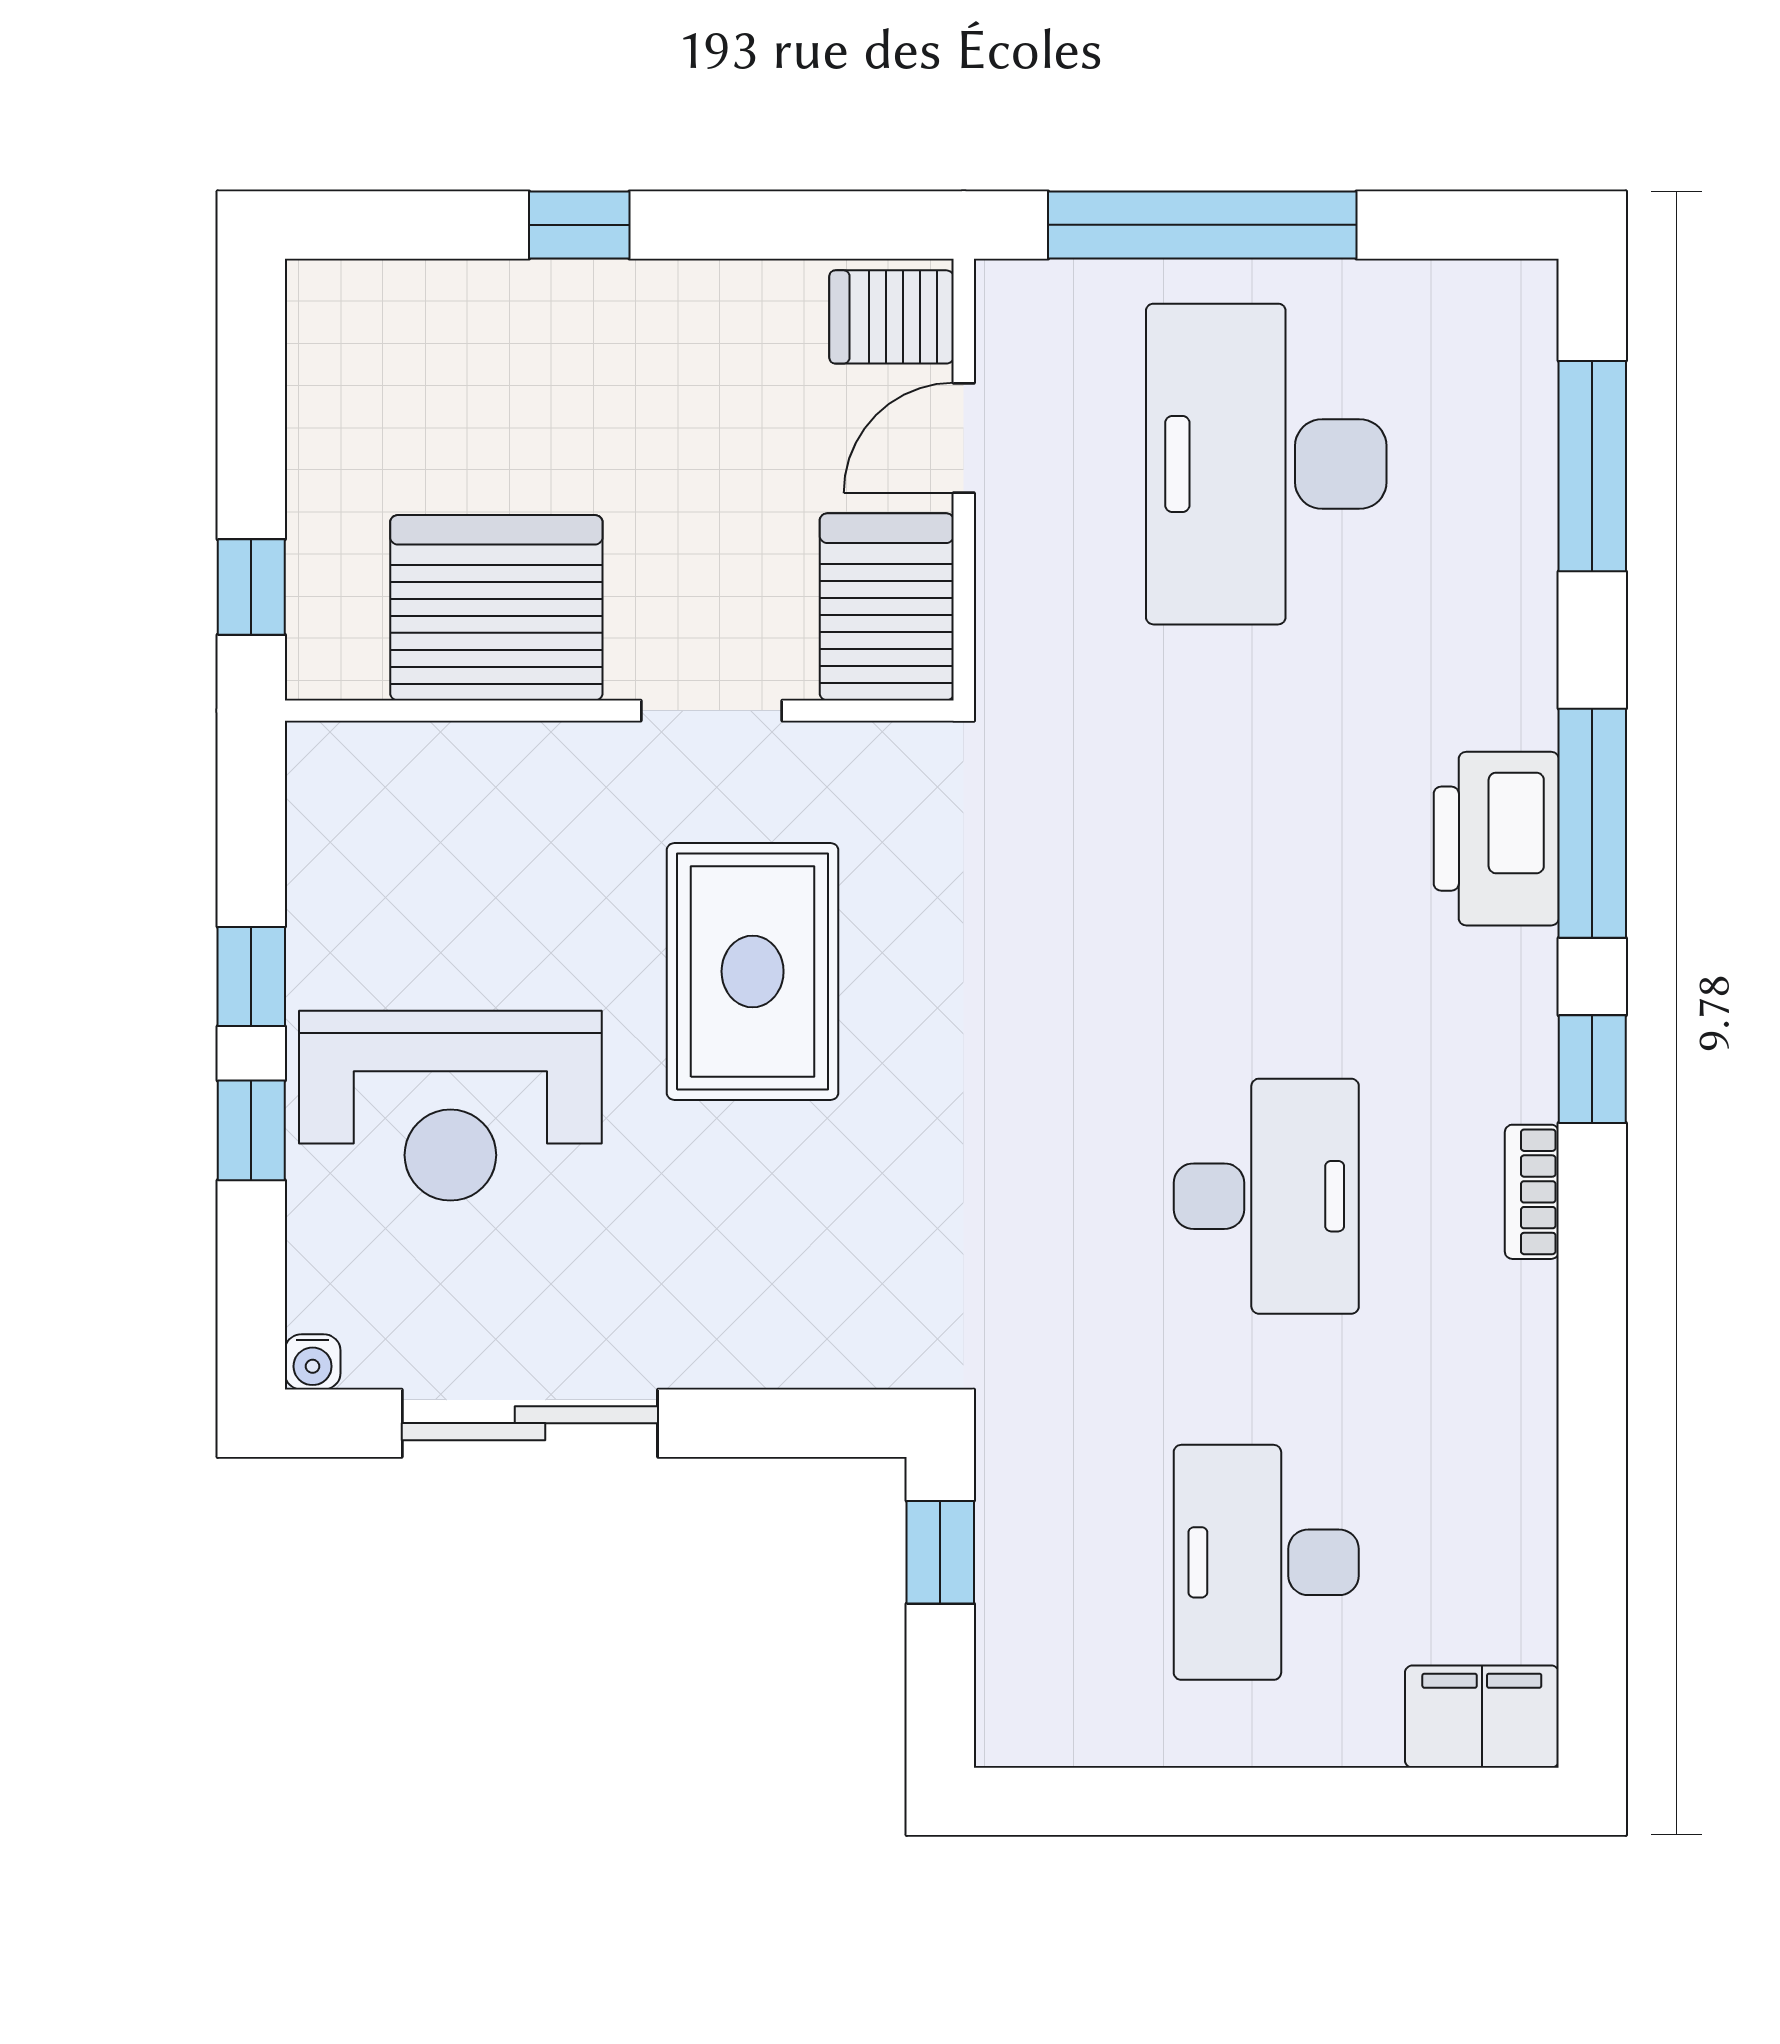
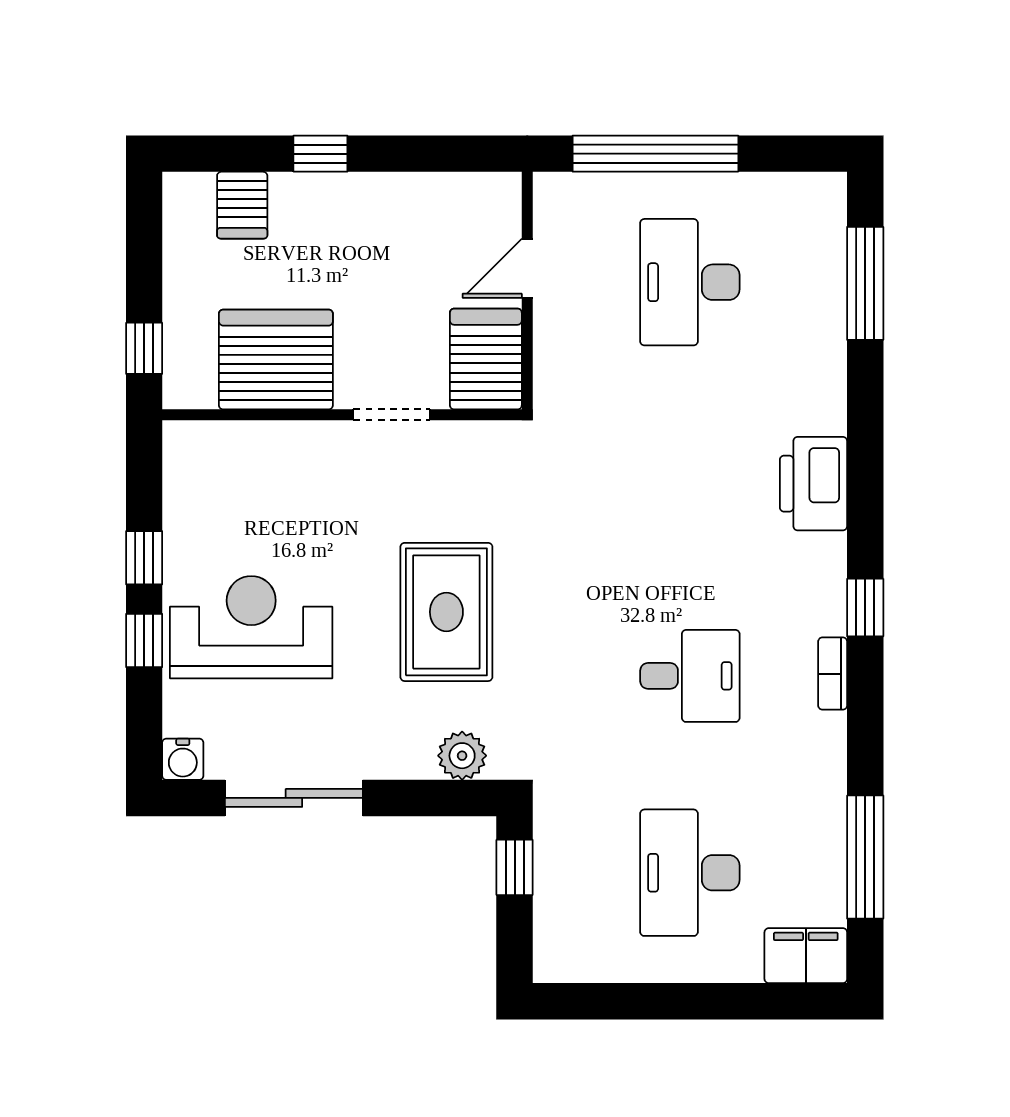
server rack: (892, 317) -> (242, 205), moved, turned -90
desk: (1266, 464) -> (690, 282), width x0.73, depth x0.77
window: (1592, 823) -> (865, 857), moved
rug: (753, 971) -> (446, 612), moved
reception desk: (450, 1106) -> (251, 627), turned 180
desk: (1266, 1196) -> (690, 676), width x0.73
plant: (843, 1345) -> (462, 756), added
water cooler: (313, 1362) -> (183, 759), width x1.38, depth x1.38

